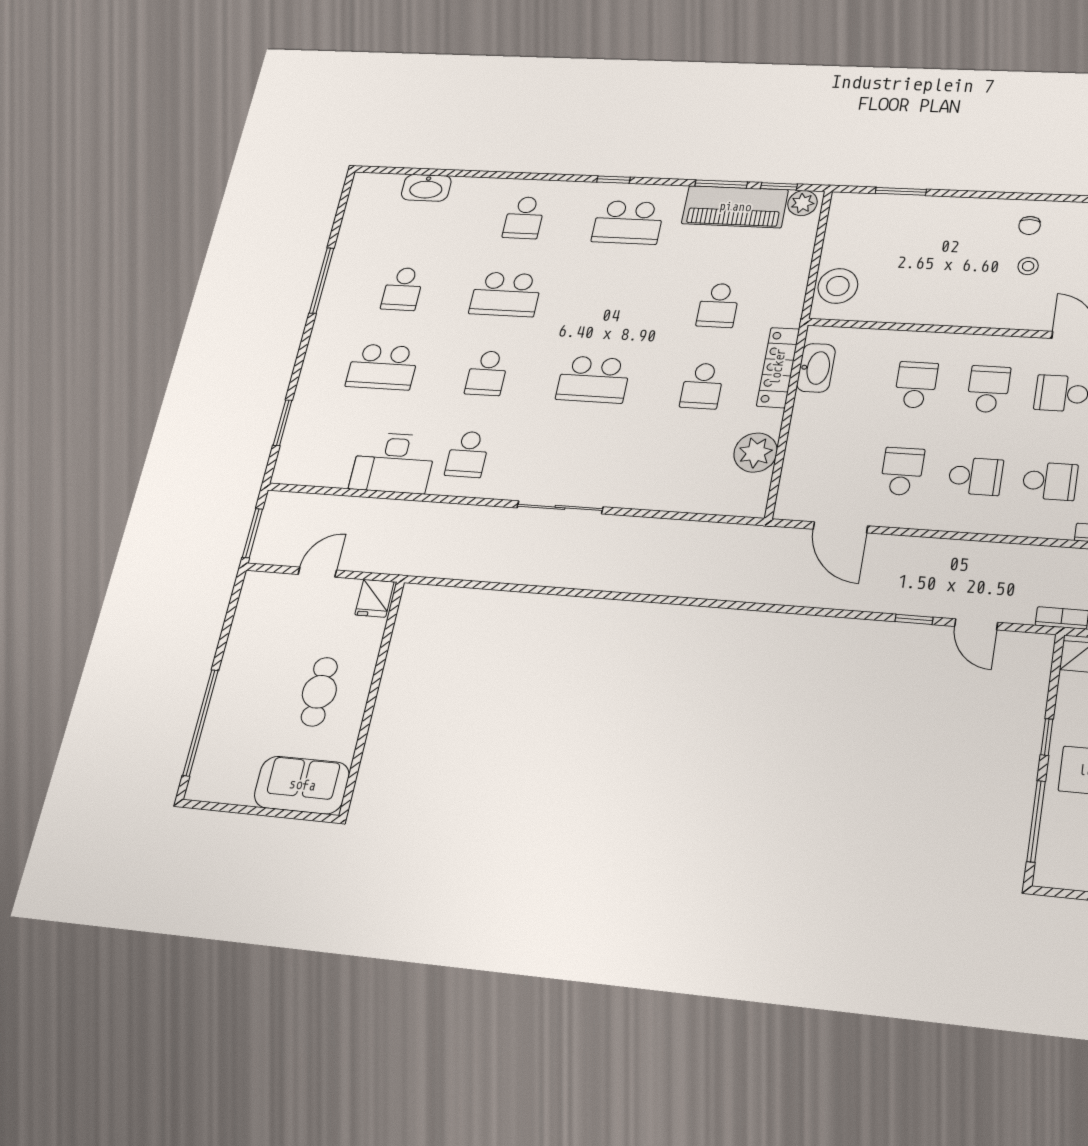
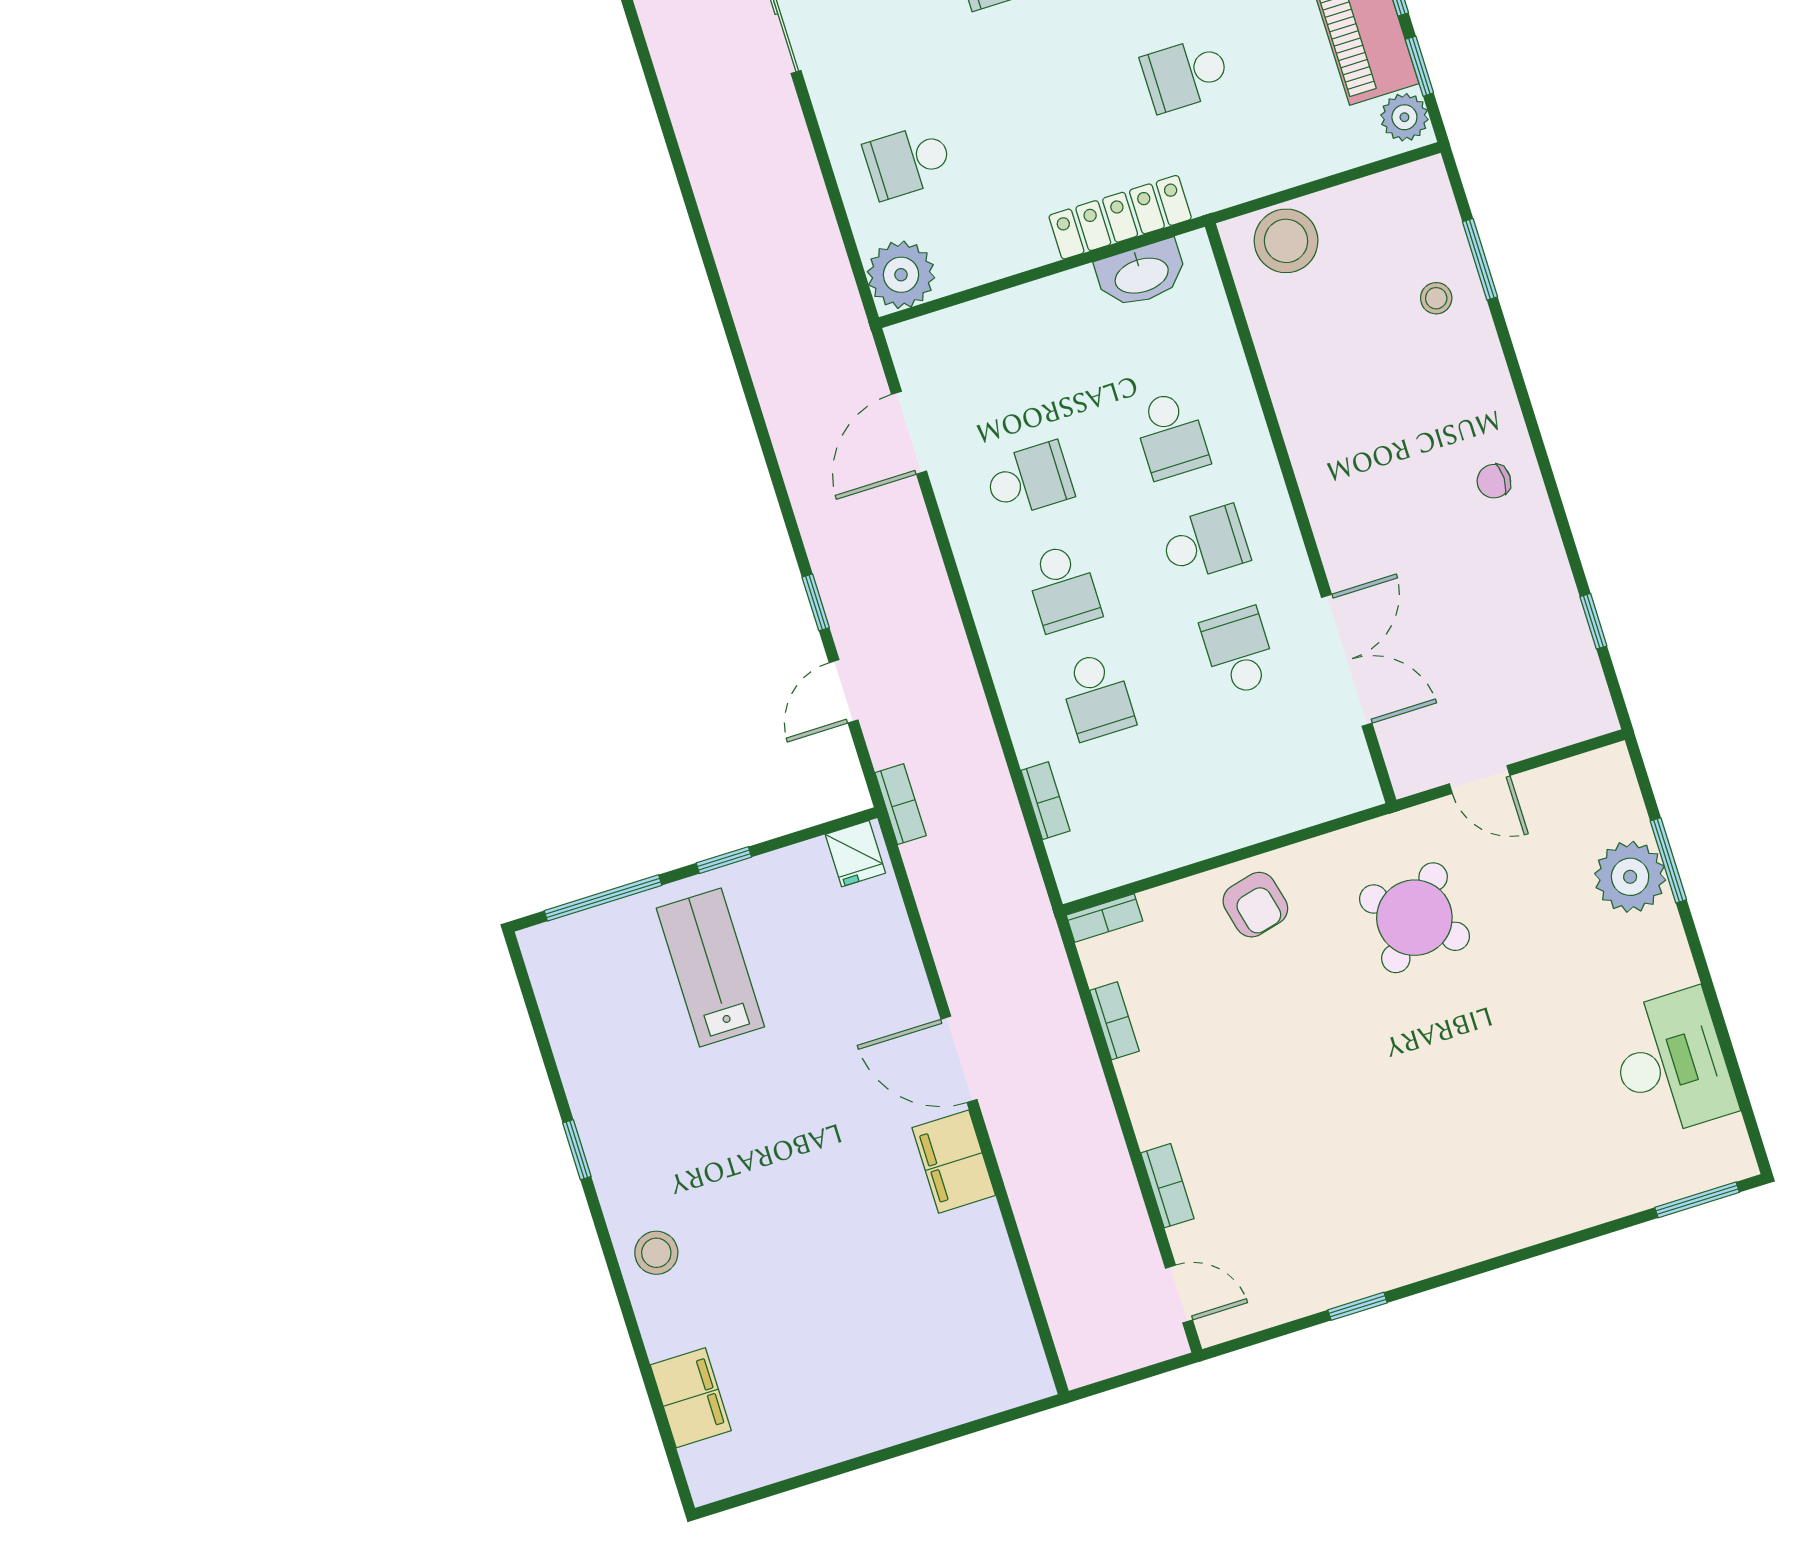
stool: (1028, 266) -> (1436, 298), moved
school desk: (916, 385) -> (1171, 435), turned 90
school desk: (702, 386) -> (908, 161), moved
plant: (756, 453) -> (901, 275), moved

